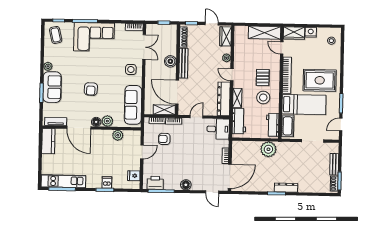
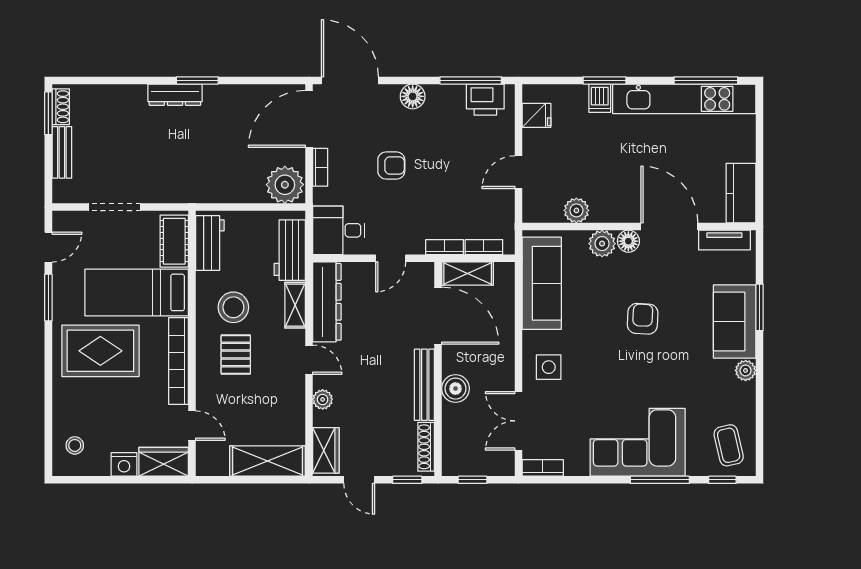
shelving: (265, 33) -> (267, 461), moved
armchair: (164, 139) -> (391, 166), moved
plant: (268, 149) -> (285, 185), moved
kitchen unit: (63, 181) -> (684, 99), width x1.36
door: (212, 192) -> (350, 80), width x1.87

